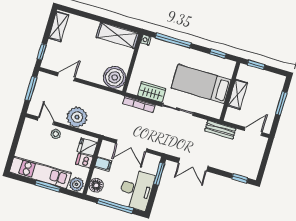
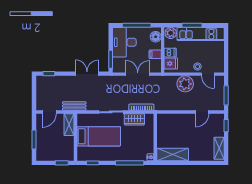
boiler: (115, 77) -> (166, 122), removed
shelving: (238, 94) -> (69, 125), moved

